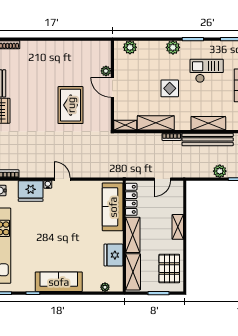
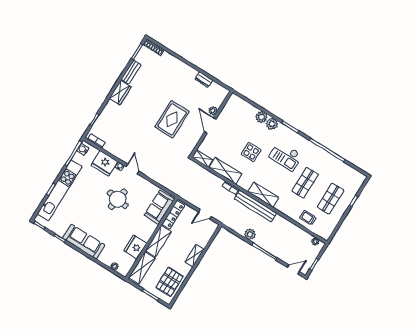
dresser: (78, 46) -> (204, 80), added
plant: (130, 47) -> (261, 117), moved
checkout: (207, 71) -> (286, 156), turned 180
sofa: (113, 207) -> (159, 207), width x0.73
round table: (66, 218) -> (118, 199), added

